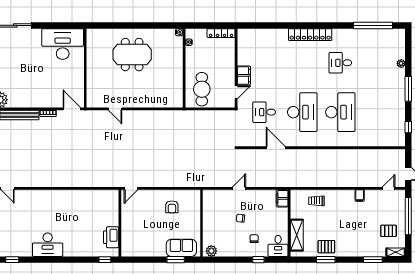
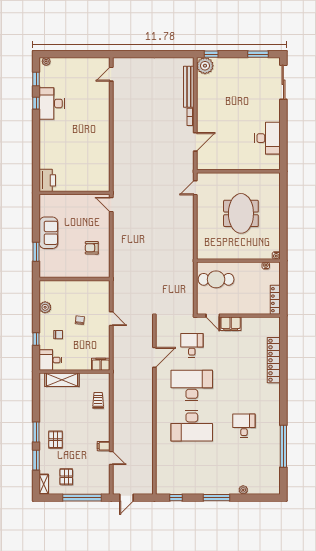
window: (373, 25) -> (283, 446), moved
locker: (310, 35) -> (274, 360), moved
desk: (63, 44) -> (268, 138), width x0.73, depth x0.77
meeting table: (132, 55) -> (241, 213), moved
wall: (85, 68) -> (238, 171), moved
desk: (302, 112) -> (192, 386), turned 180
door: (389, 188) -> (111, 458), moved
printer: (111, 237) -> (47, 180), moved, turned 90
desk: (48, 245) -> (52, 103), moved
pallet: (326, 247) -> (56, 440), moved
sofa: (181, 248) -> (48, 233), moved
plant: (211, 251) -> (45, 307), moved
window: (105, 260) -> (36, 103), moved
window: (326, 260) -> (36, 432), moved

